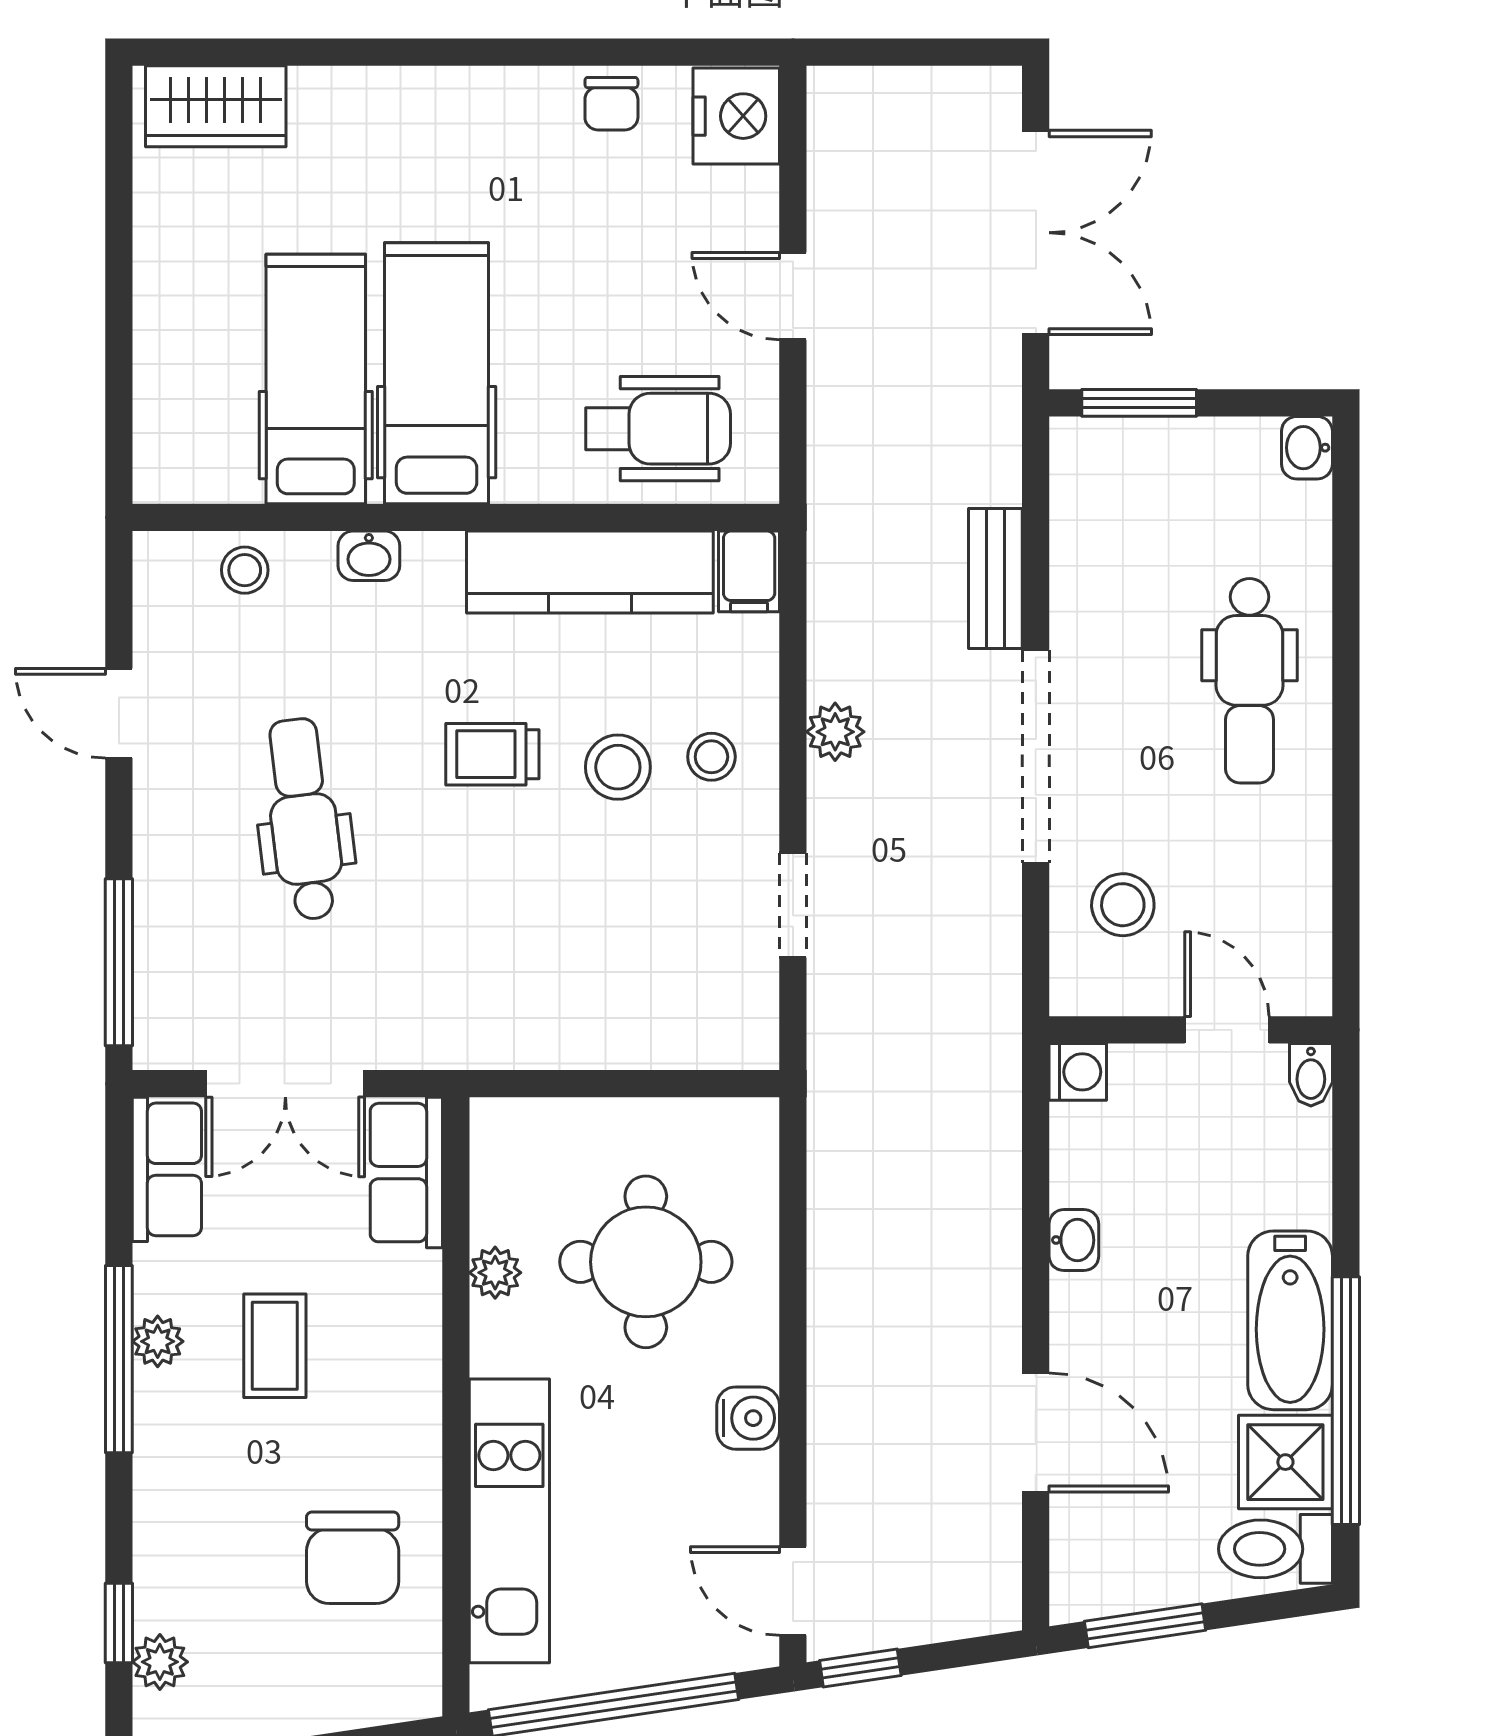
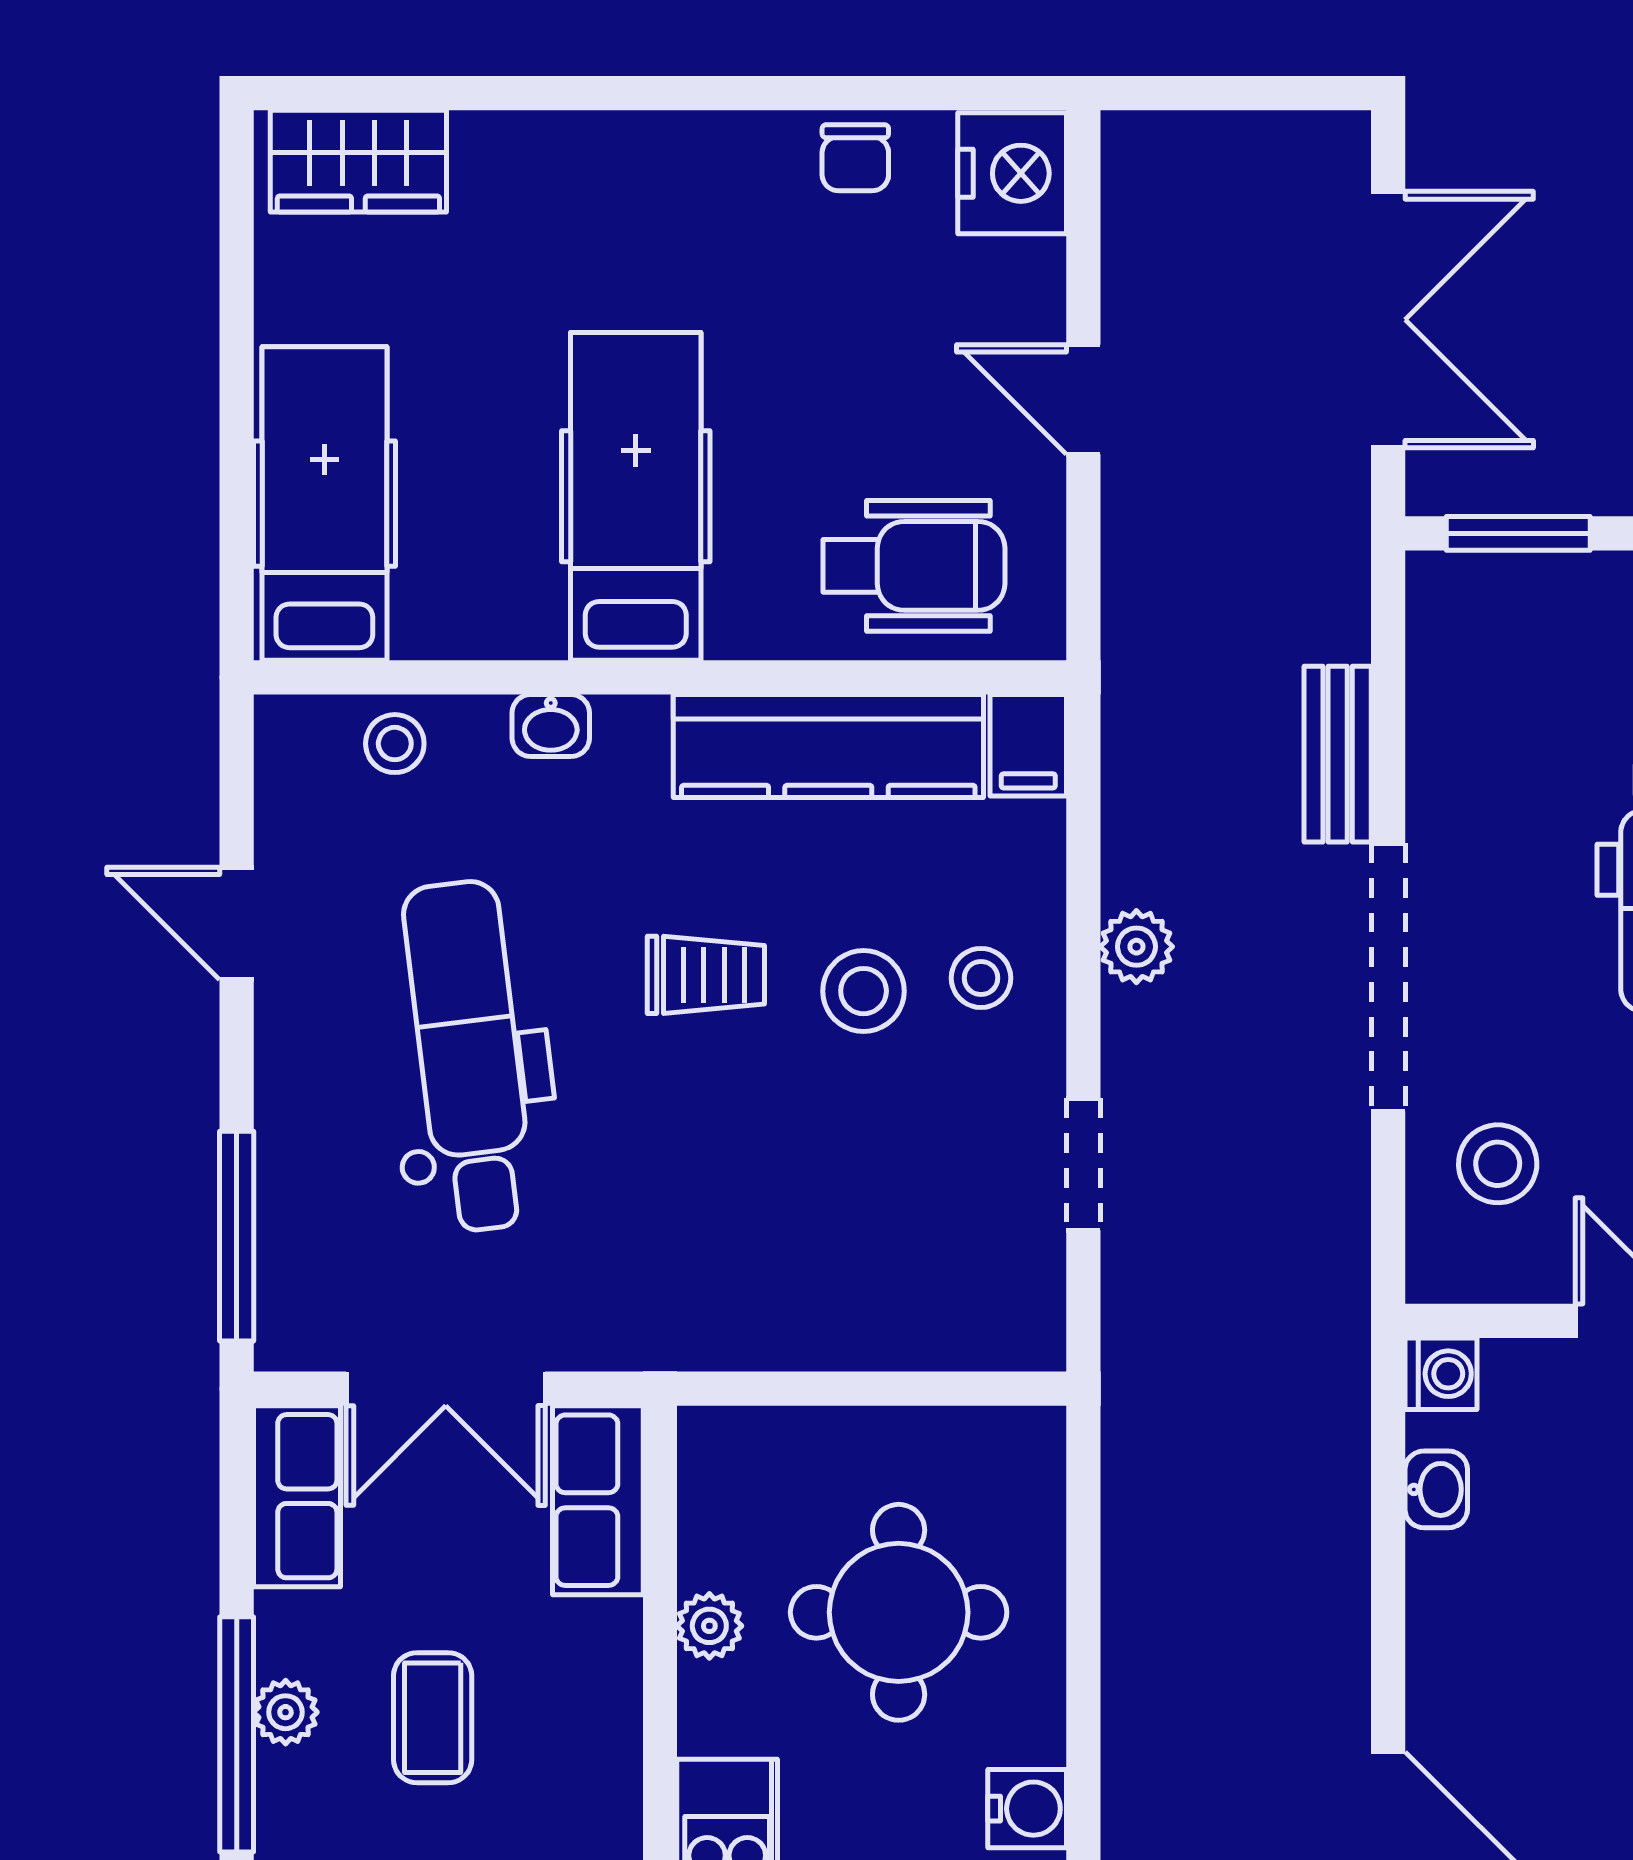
hospital bed: (316, 379) -> (324, 504), moved
trolley: (492, 754) -> (706, 975), turned 180
dental chair: (304, 819) -> (469, 1056), width x1.36, depth x1.38
washbasin: (1074, 1240) -> (1436, 1489), moved

